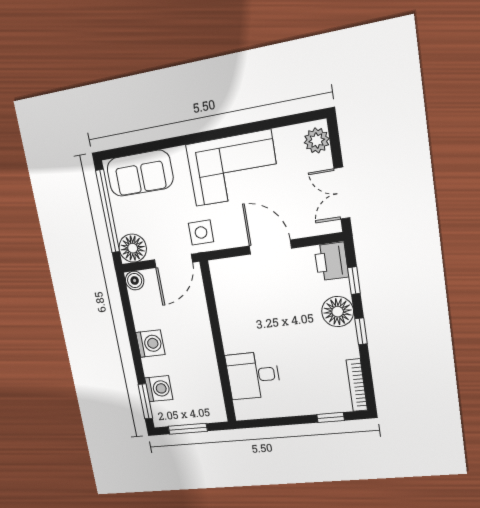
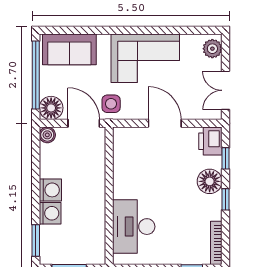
door: (173, 261) -> (84, 123), swing flipped
desk: (253, 375) -> (134, 227), width x1.37
washing machine: (159, 389) -> (50, 213), moved

